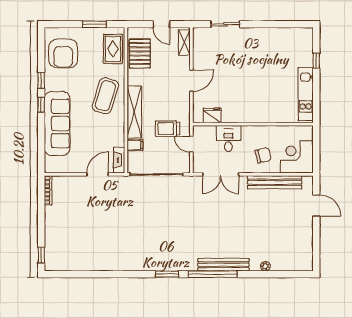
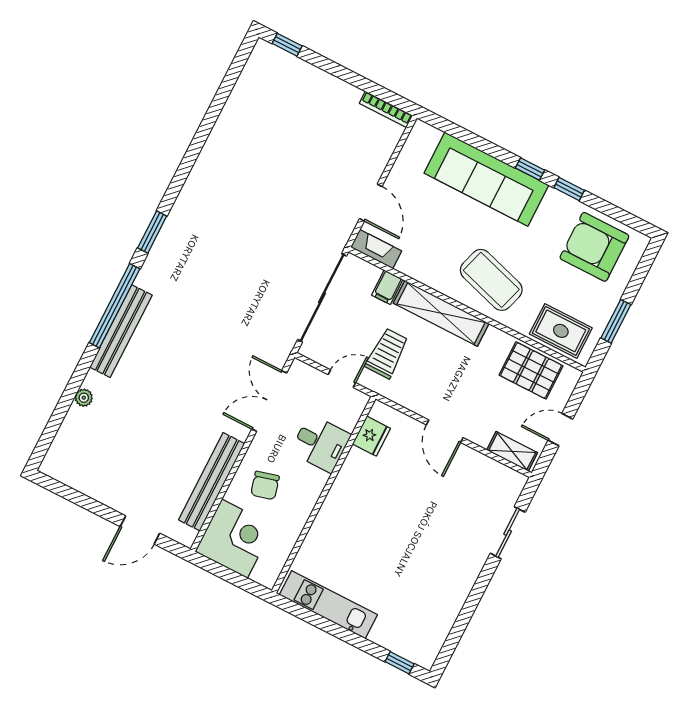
window: (316, 61) -> (400, 663), moved

